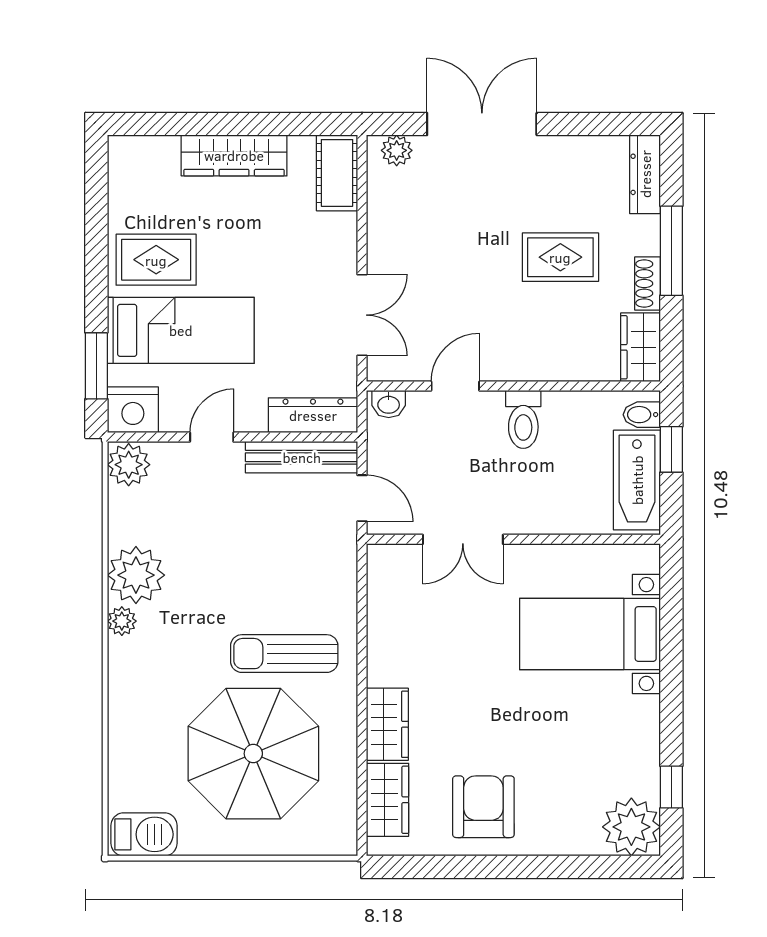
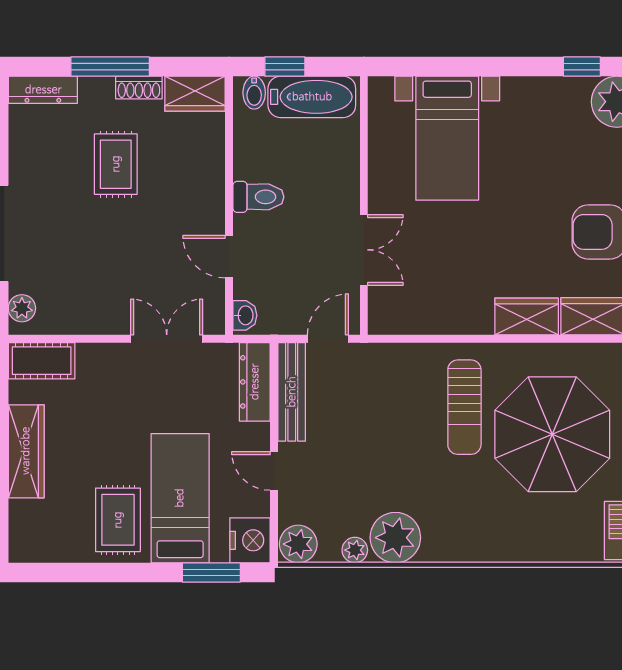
plant: (122, 621) -> (355, 550), moved

